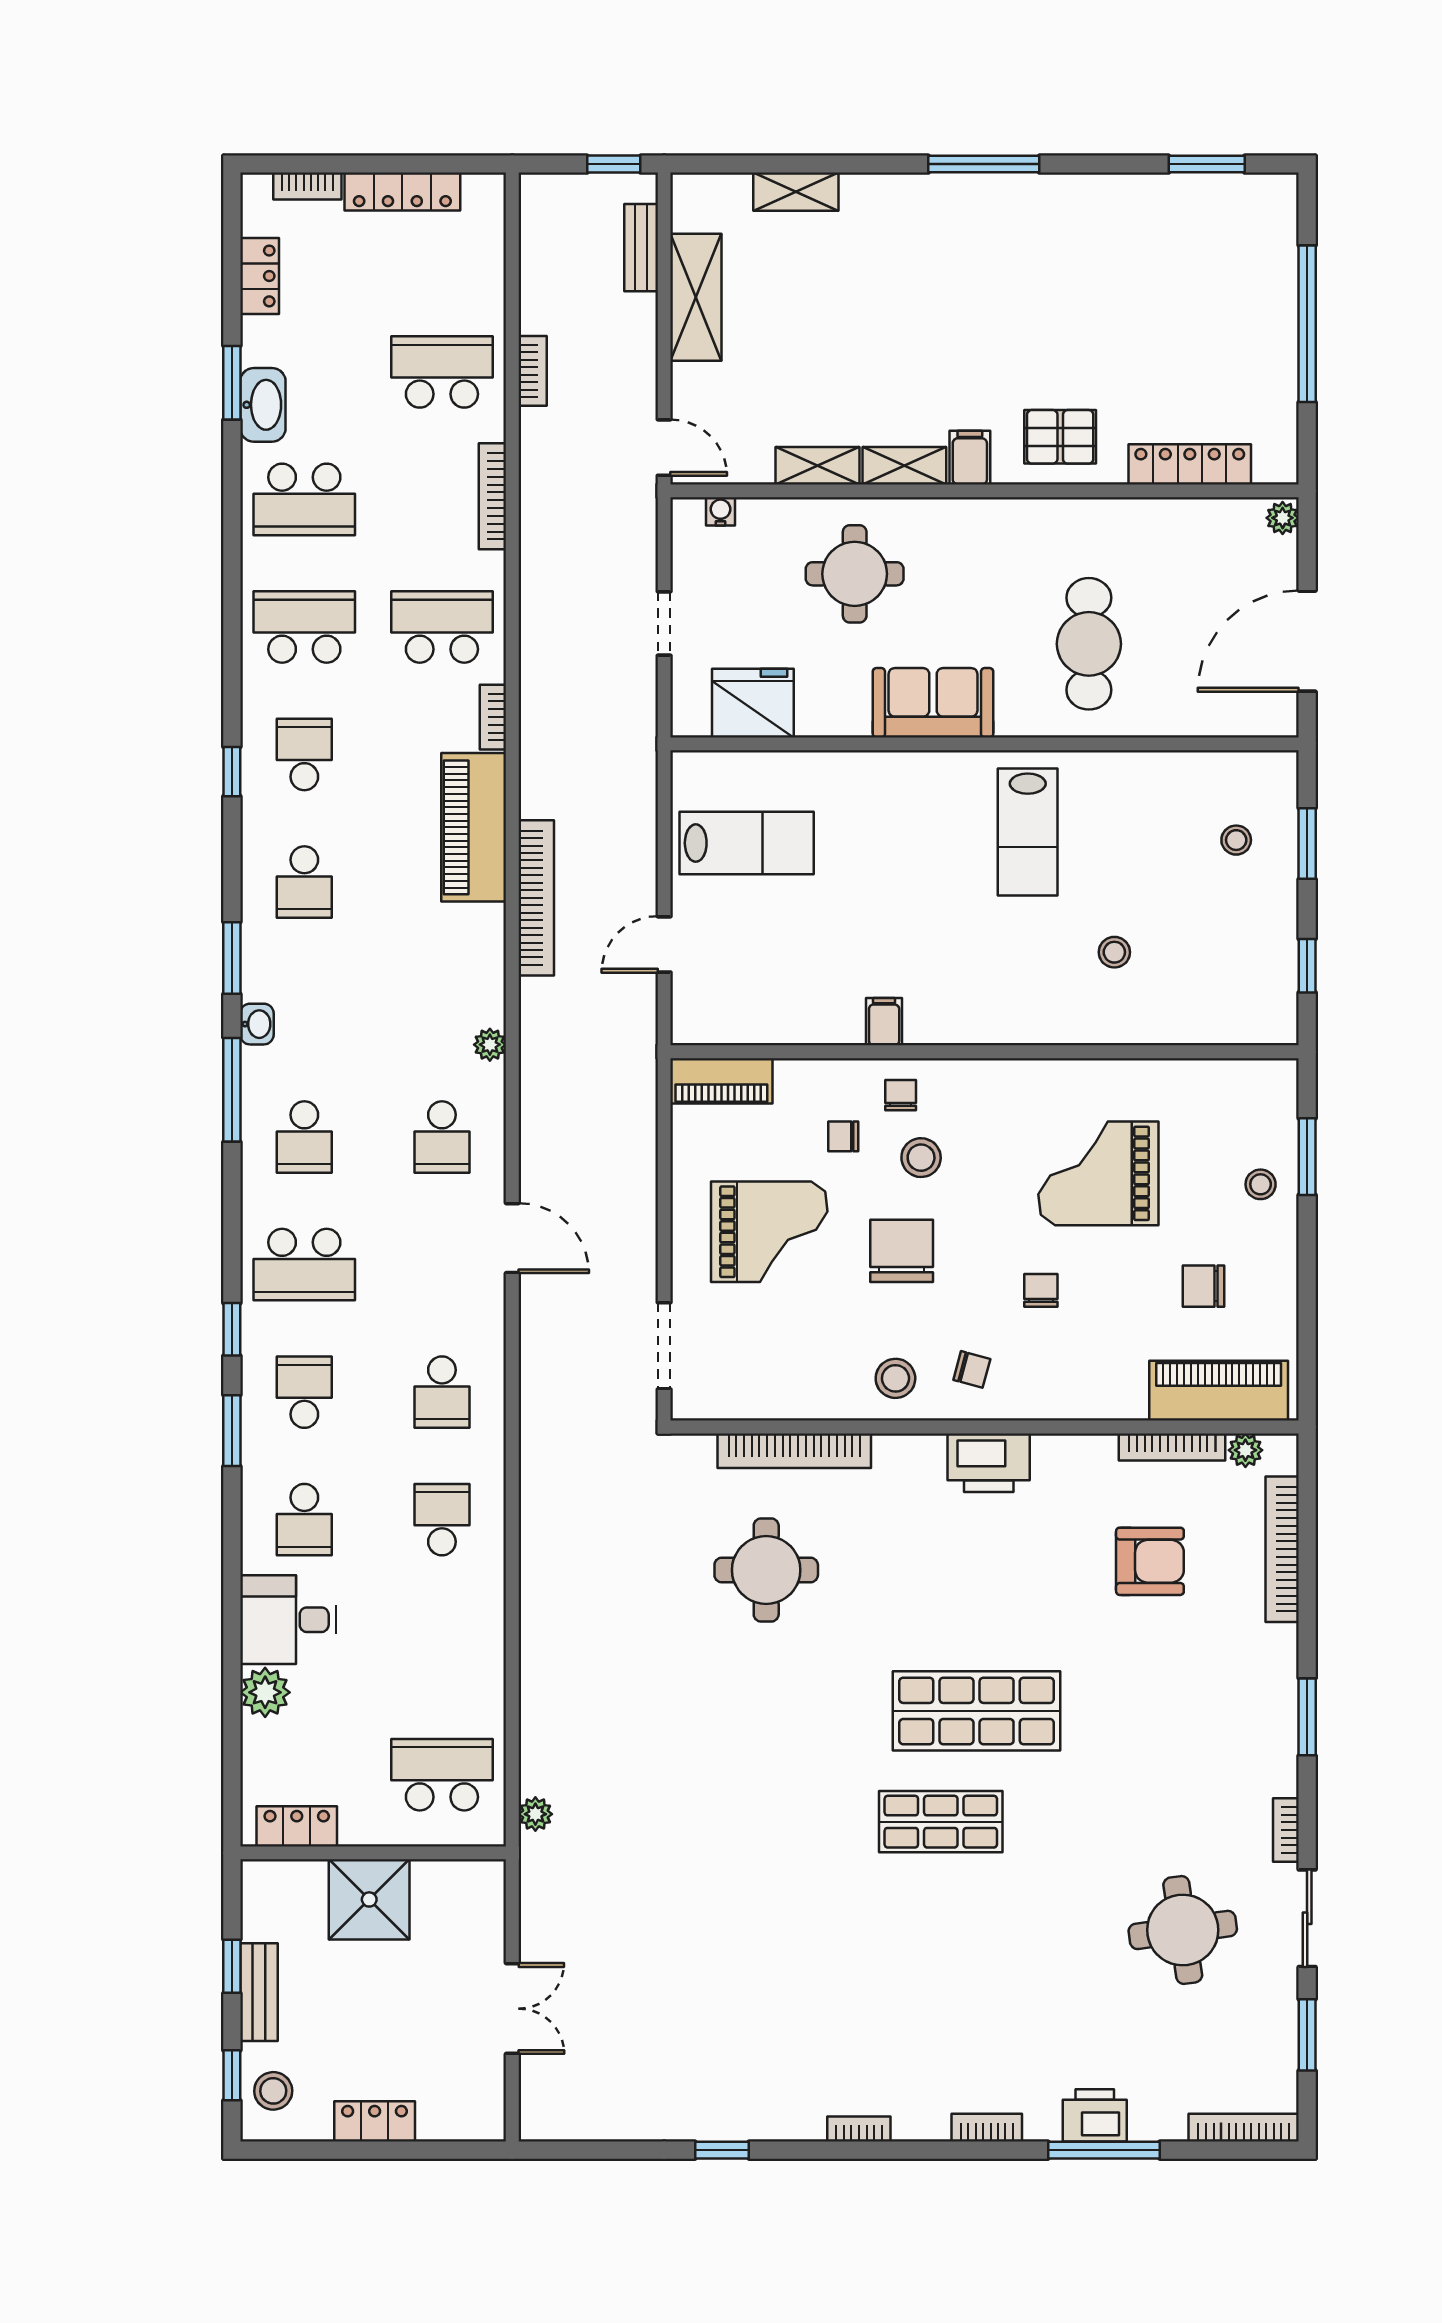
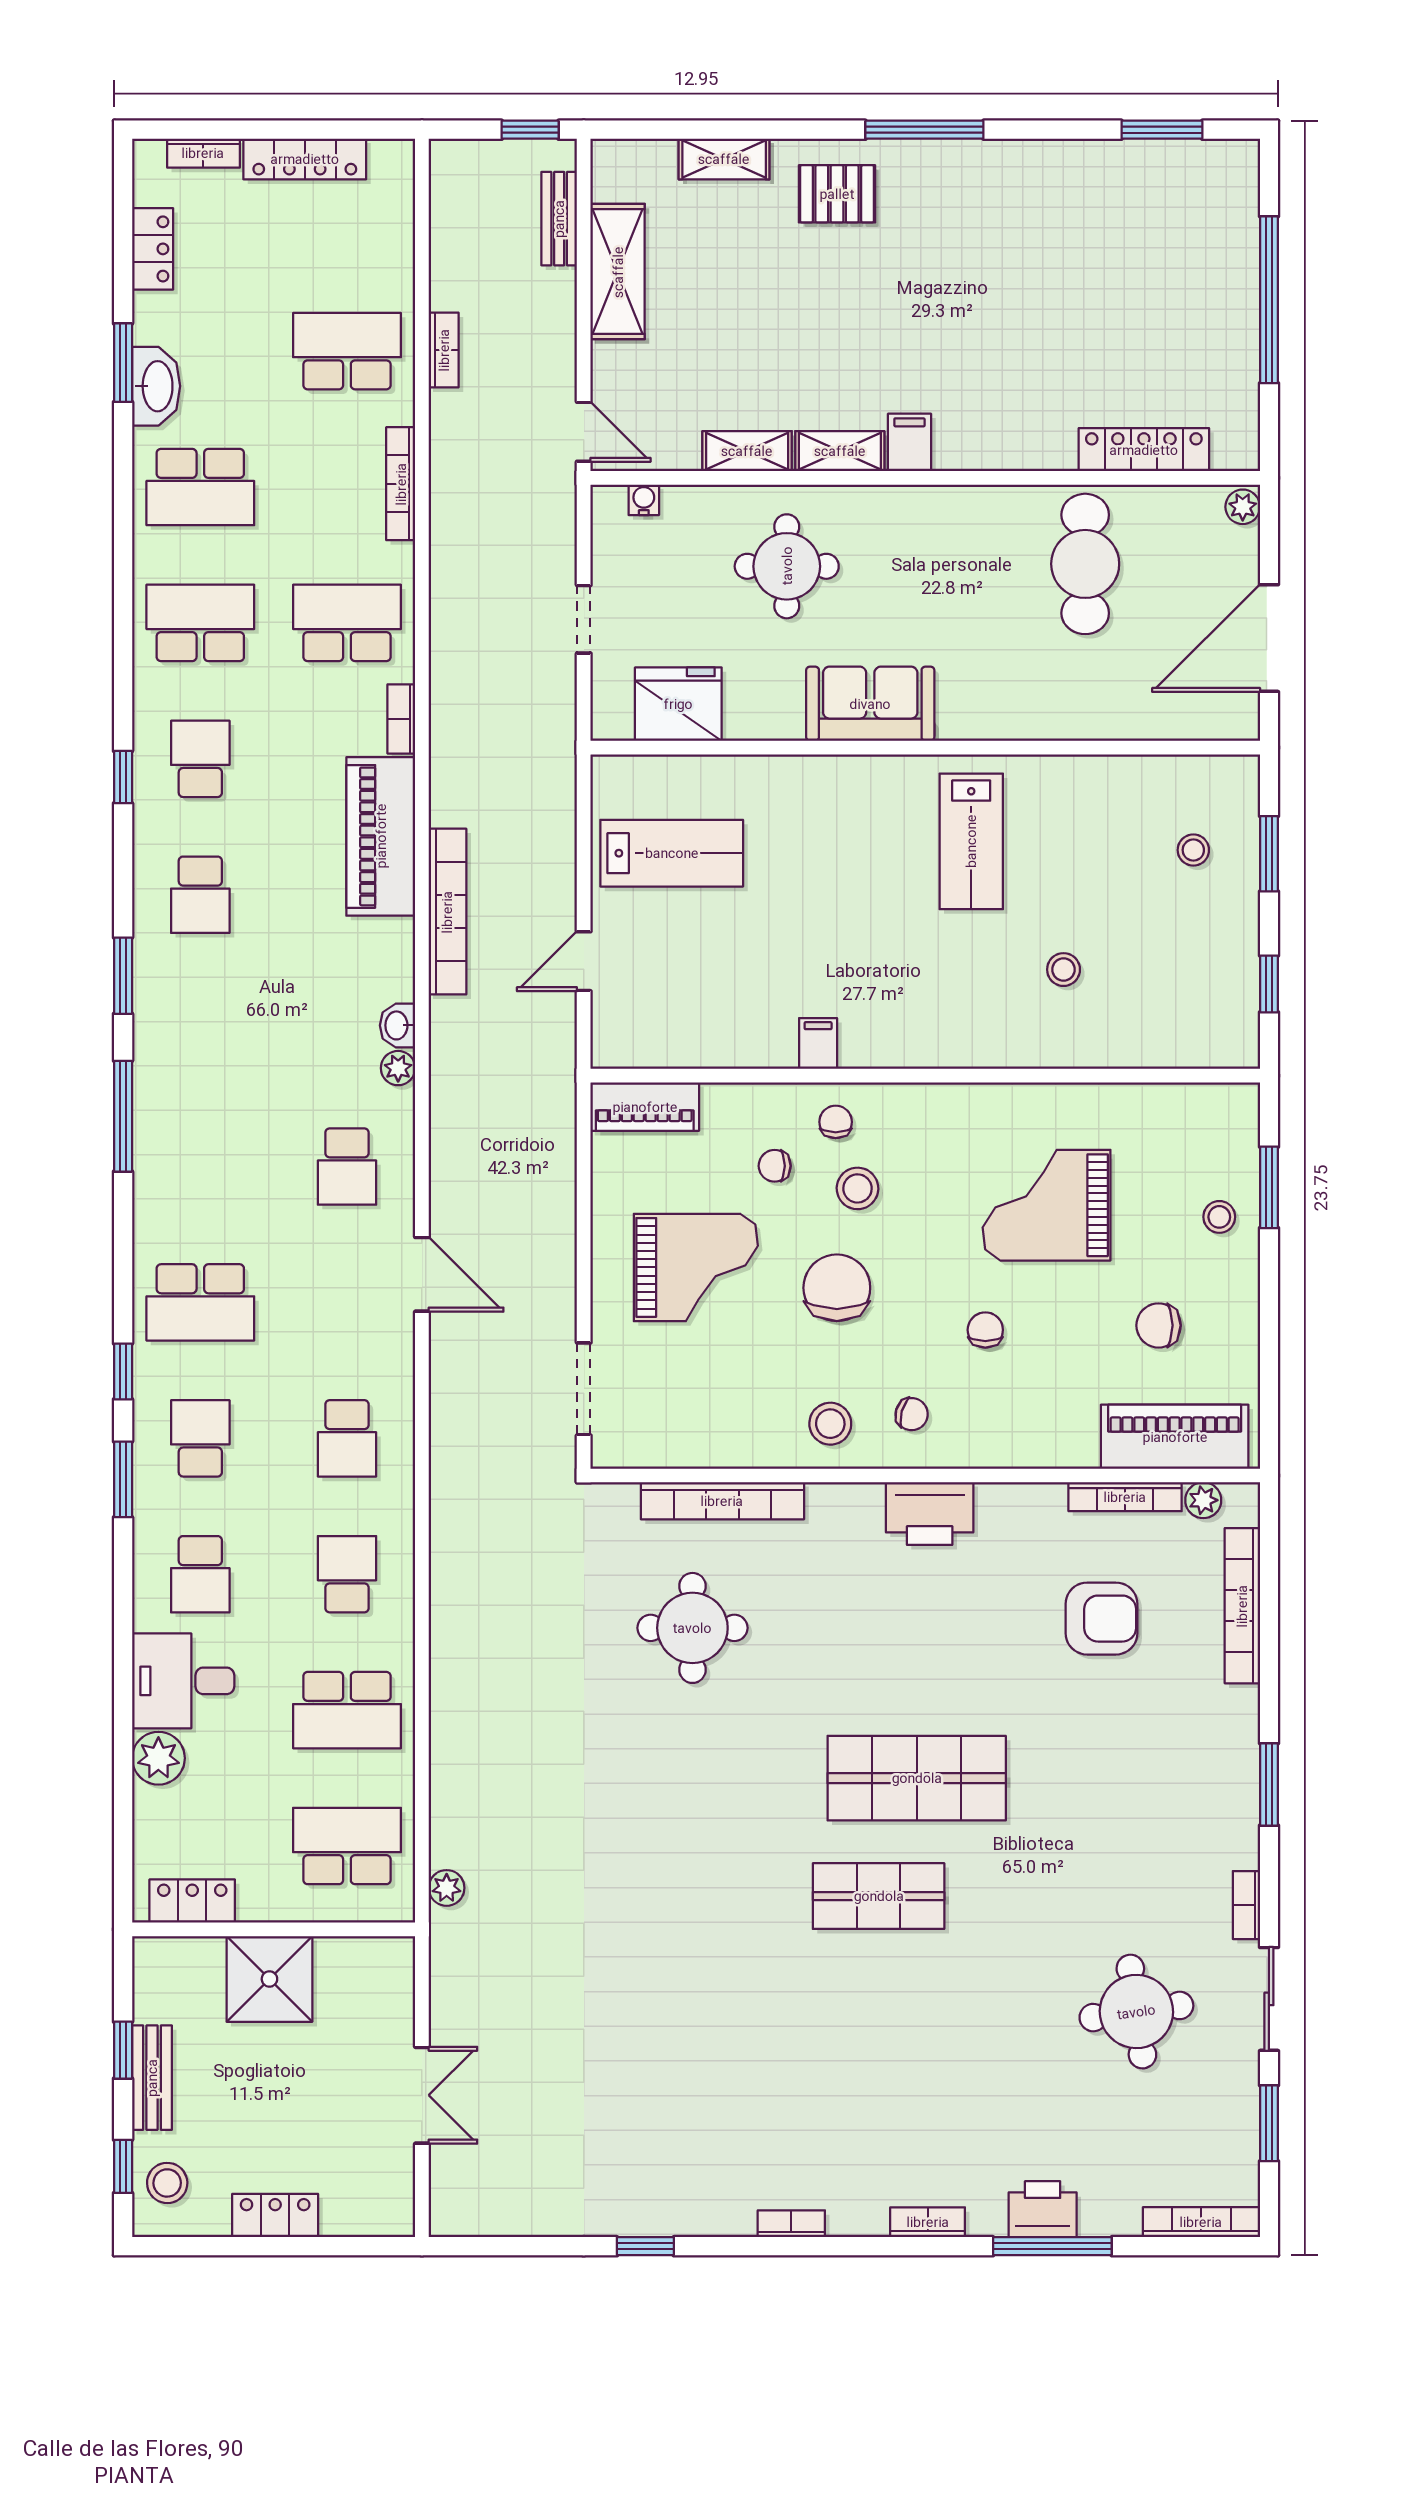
pallet: (1060, 437) -> (837, 194), moved
cafe table: (1089, 644) -> (1085, 564), moved
washbasin: (257, 1024) -> (397, 1025), moved, turned 180
school desk: (304, 1137) -> (347, 1710), moved, width x1.85

